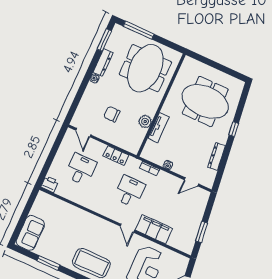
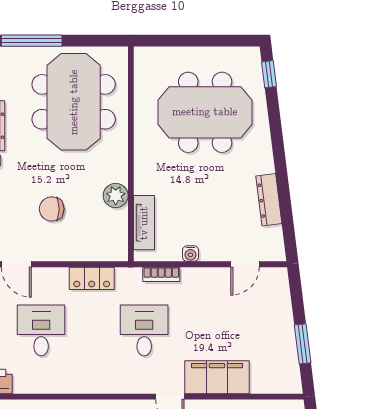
tv unit: (159, 127) -> (144, 223), moved
window: (234, 129) -> (269, 74), moved

